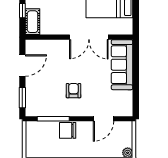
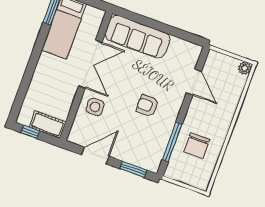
side table: (58, 52) -> (95, 107), added
door: (22, 65) -> (95, 156), hinge flipped
chair: (68, 130) -> (197, 146), moved

